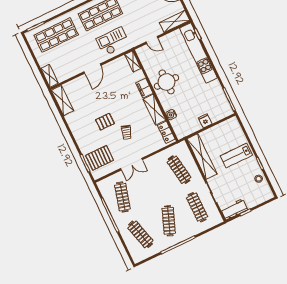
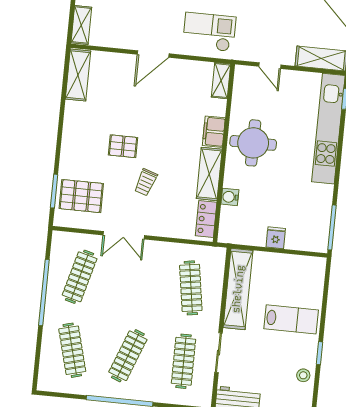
lab bench: (236, 156) -> (291, 319), turned 180

